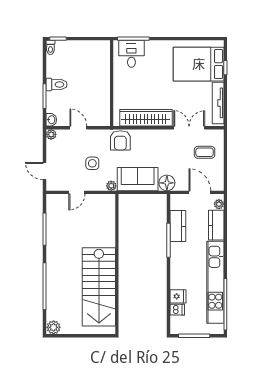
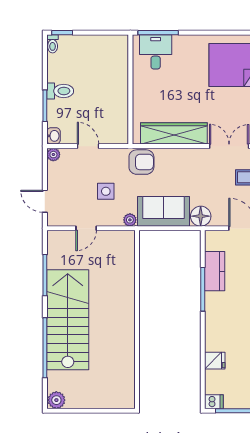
armchair: (120, 140) -> (141, 162), turned -90
stairs: (99, 287) -> (68, 320), moved, turned 180
dishwasher: (177, 310) -> (214, 402), moved

